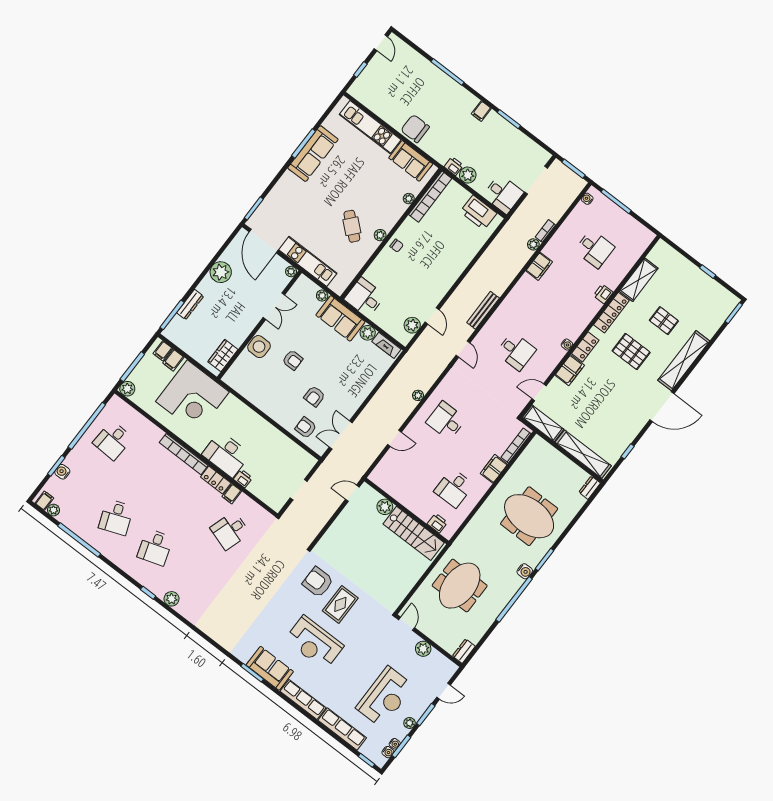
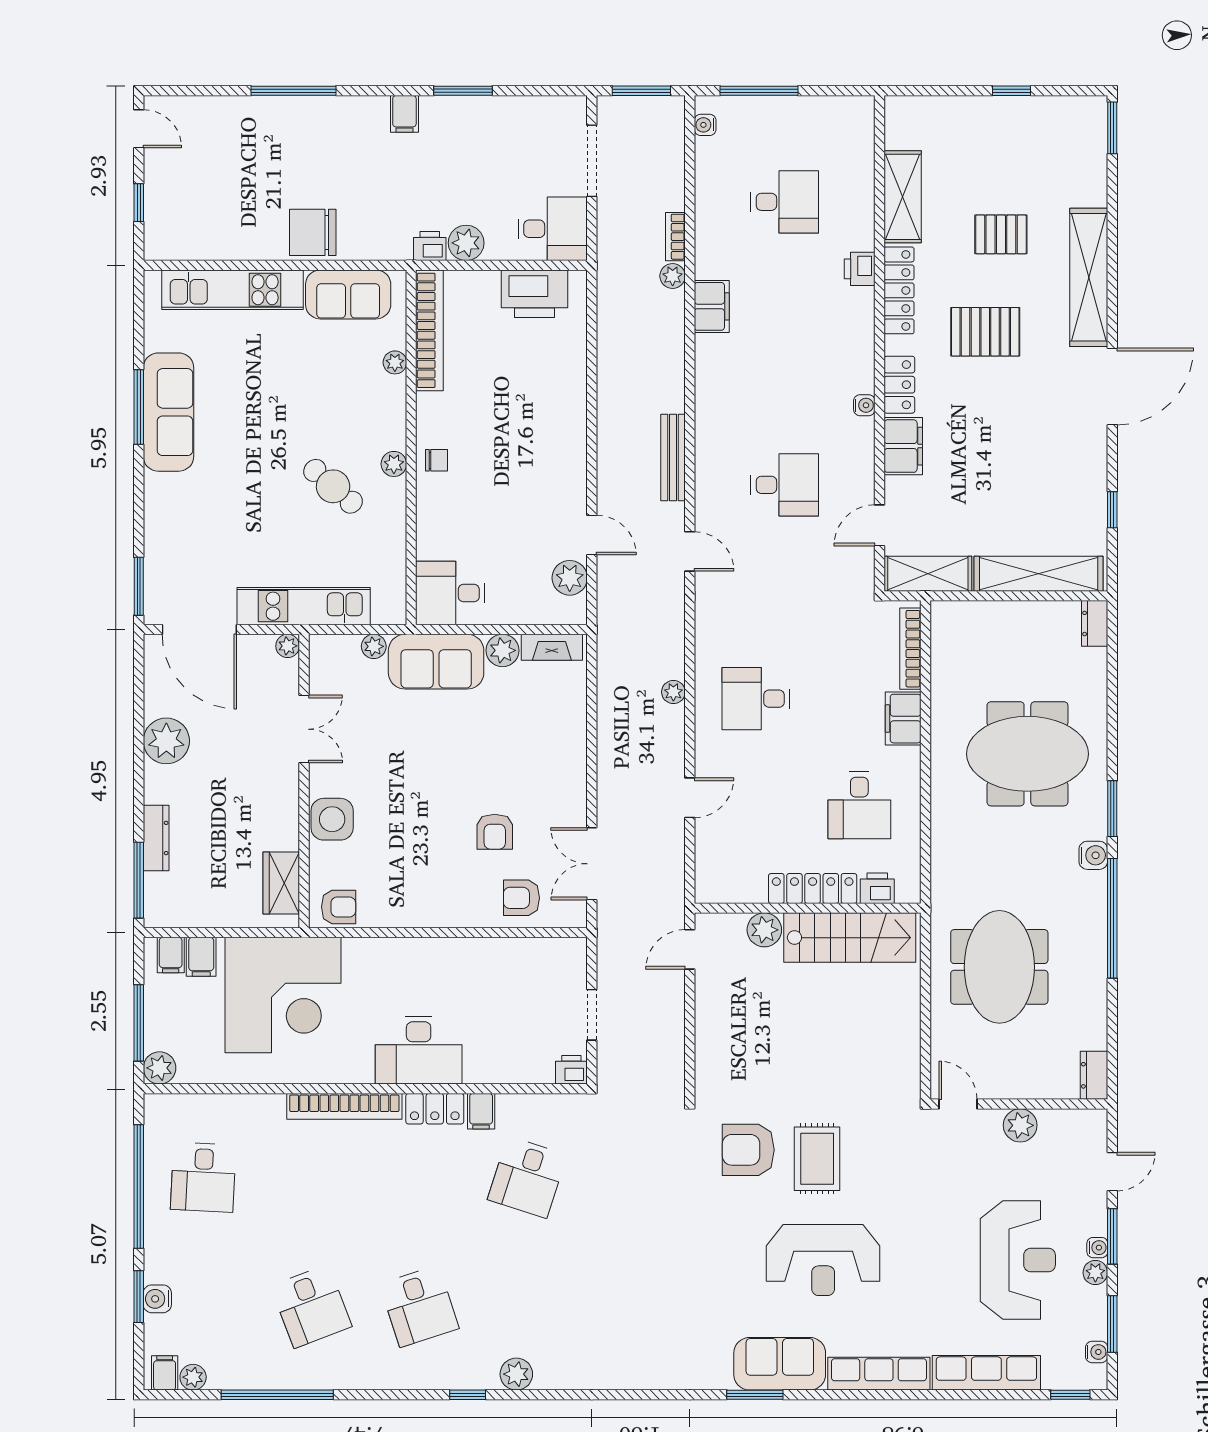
armchair: (293, 360) -> (339, 907), moved
printer: (243, 478) -> (571, 1070), moved
locker: (414, 505) -> (813, 888), added
water cooler: (395, 744) -> (1097, 1248), moved

